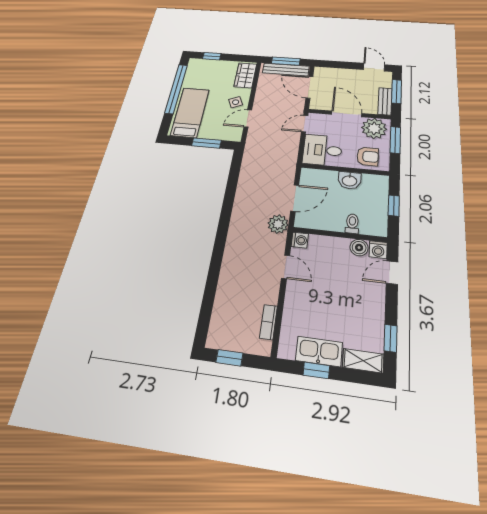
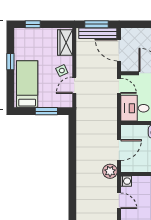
window: (176, 89) -> (10, 62), width x0.32
door: (305, 124) -> (119, 86), swing flipped

